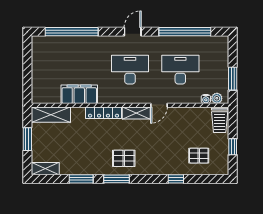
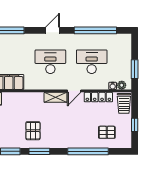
locker: (103, 113) -> (98, 97), moved
pallet: (124, 158) -> (33, 131), moved, turned 90
window: (176, 179) -> (88, 151), width x3.17

